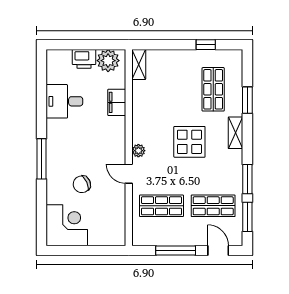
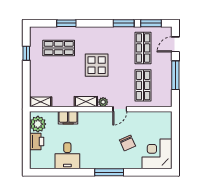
shelving: (236, 133) -> (86, 102), moved

